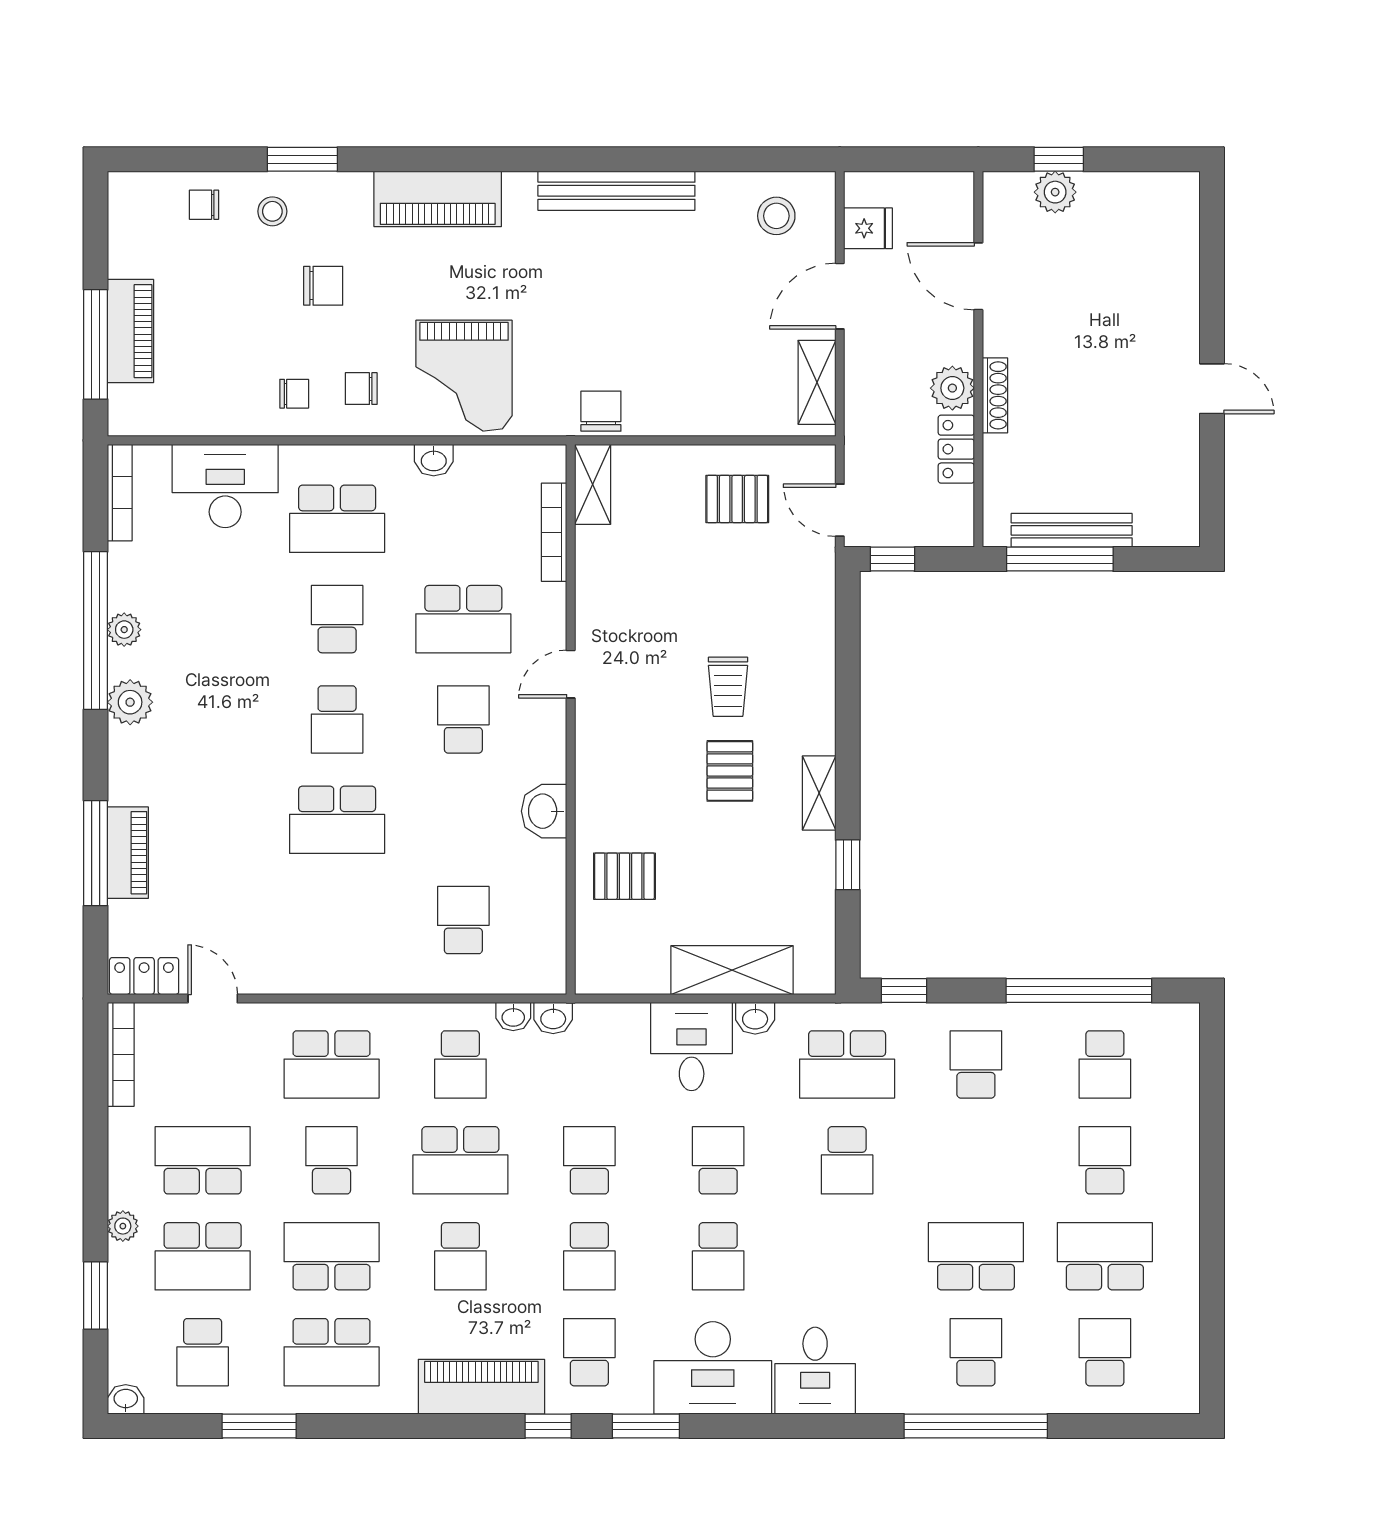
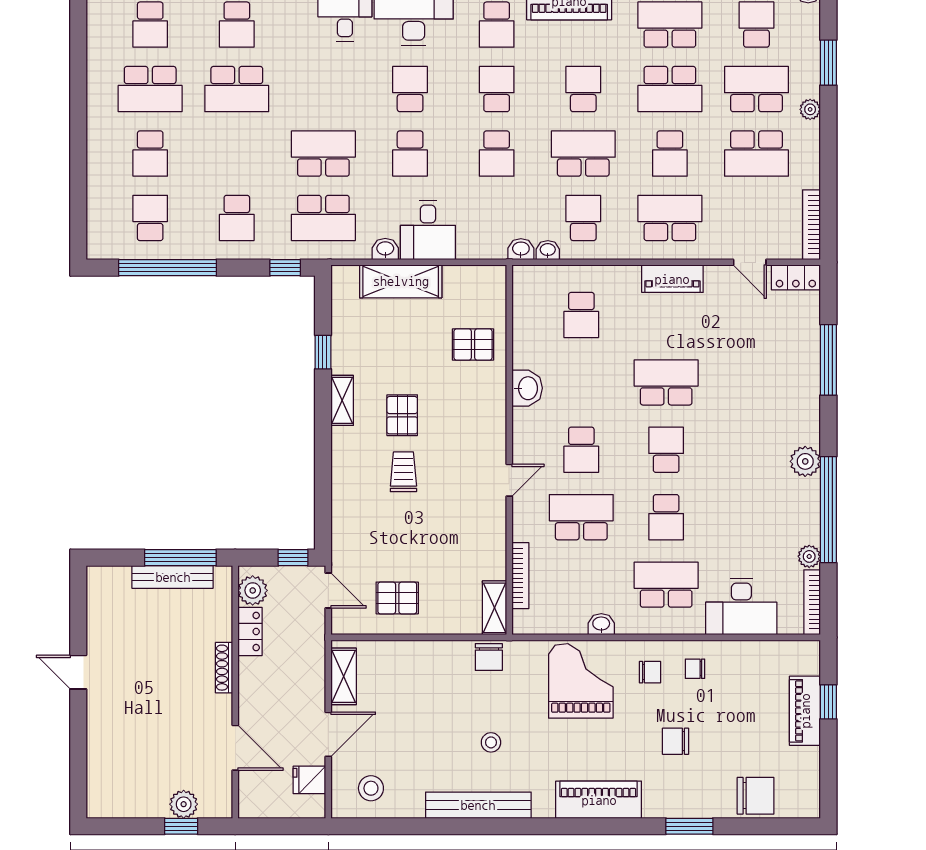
chair: (204, 205) -> (756, 796), width x1.87, depth x1.87
stool: (272, 211) -> (491, 742), moved
window: (96, 344) -> (828, 702), width x0.46
plant: (952, 388) -> (253, 590), moved
plant: (124, 630) -> (809, 556), moved
piano: (128, 853) -> (672, 279), moved, turned -90
school desk: (847, 1064) -> (323, 218), turned 180
school desk: (847, 1160) -> (323, 154), width x1.85

